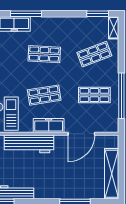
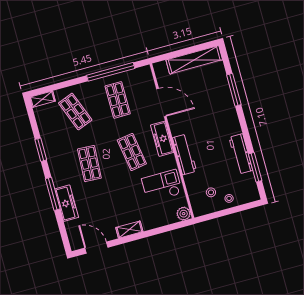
window: (98, 14) -> (41, 150), moved
workbench: (29, 144) -> (184, 154), width x0.73, depth x0.76

